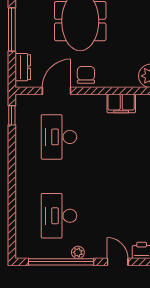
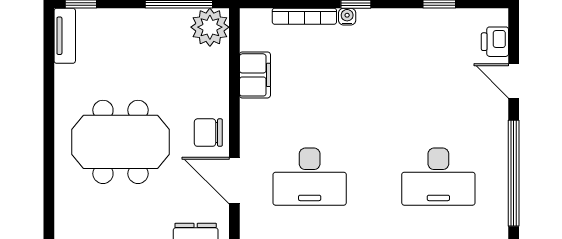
plant: (78, 252) -> (498, 146), removed
door: (118, 262) -> (514, 81), hinge flipped

